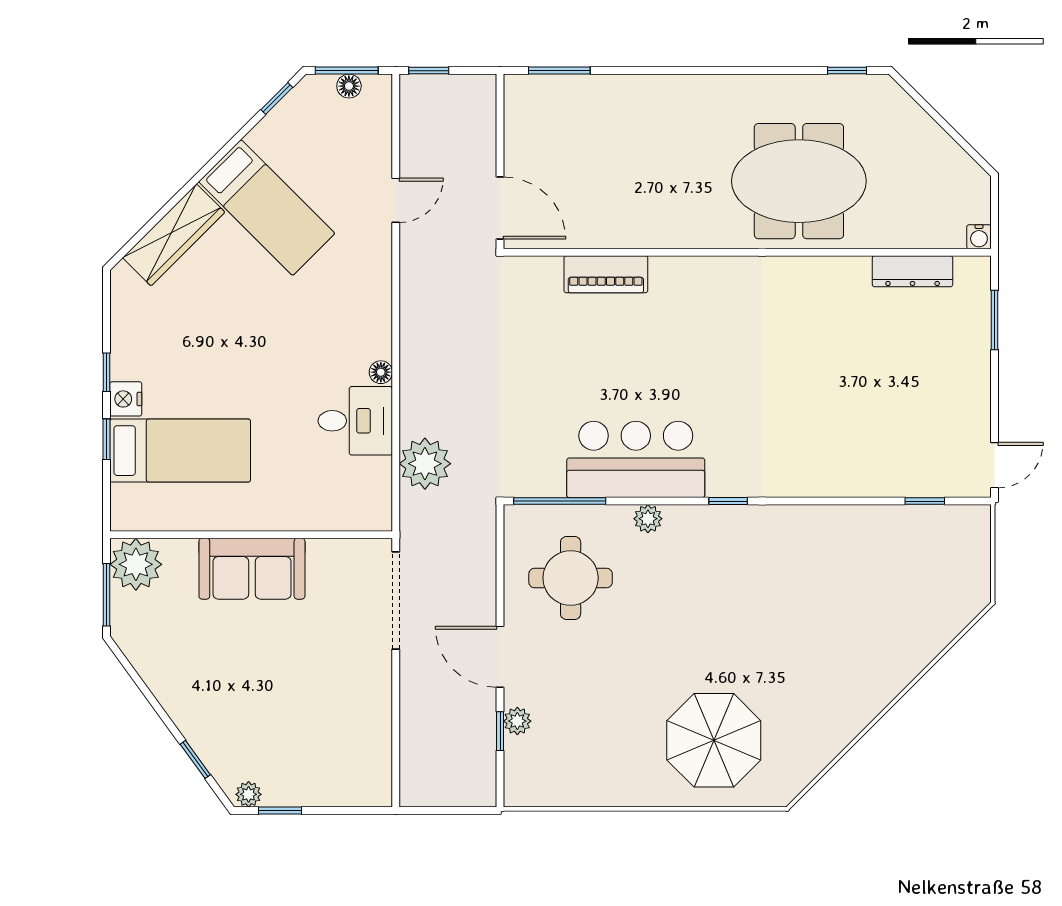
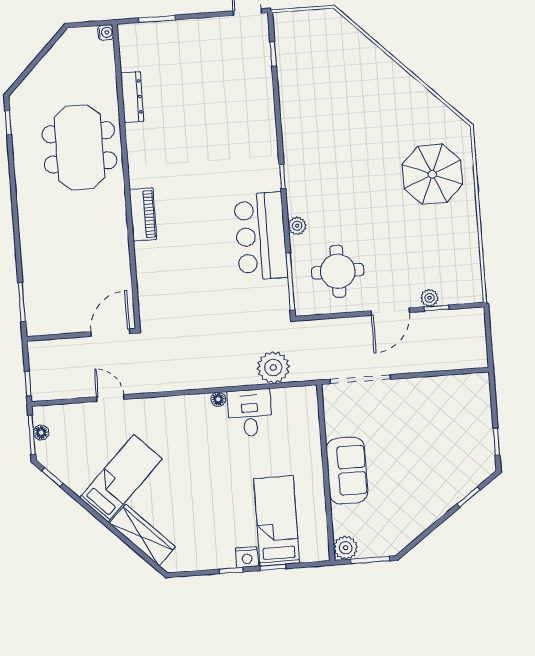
dresser: (913, 271) -> (132, 97), moved
piano: (606, 274) -> (143, 214), moved
plant: (136, 564) -> (346, 548), width x0.73, depth x0.73
plant: (249, 794) -> (488, 462), removed

